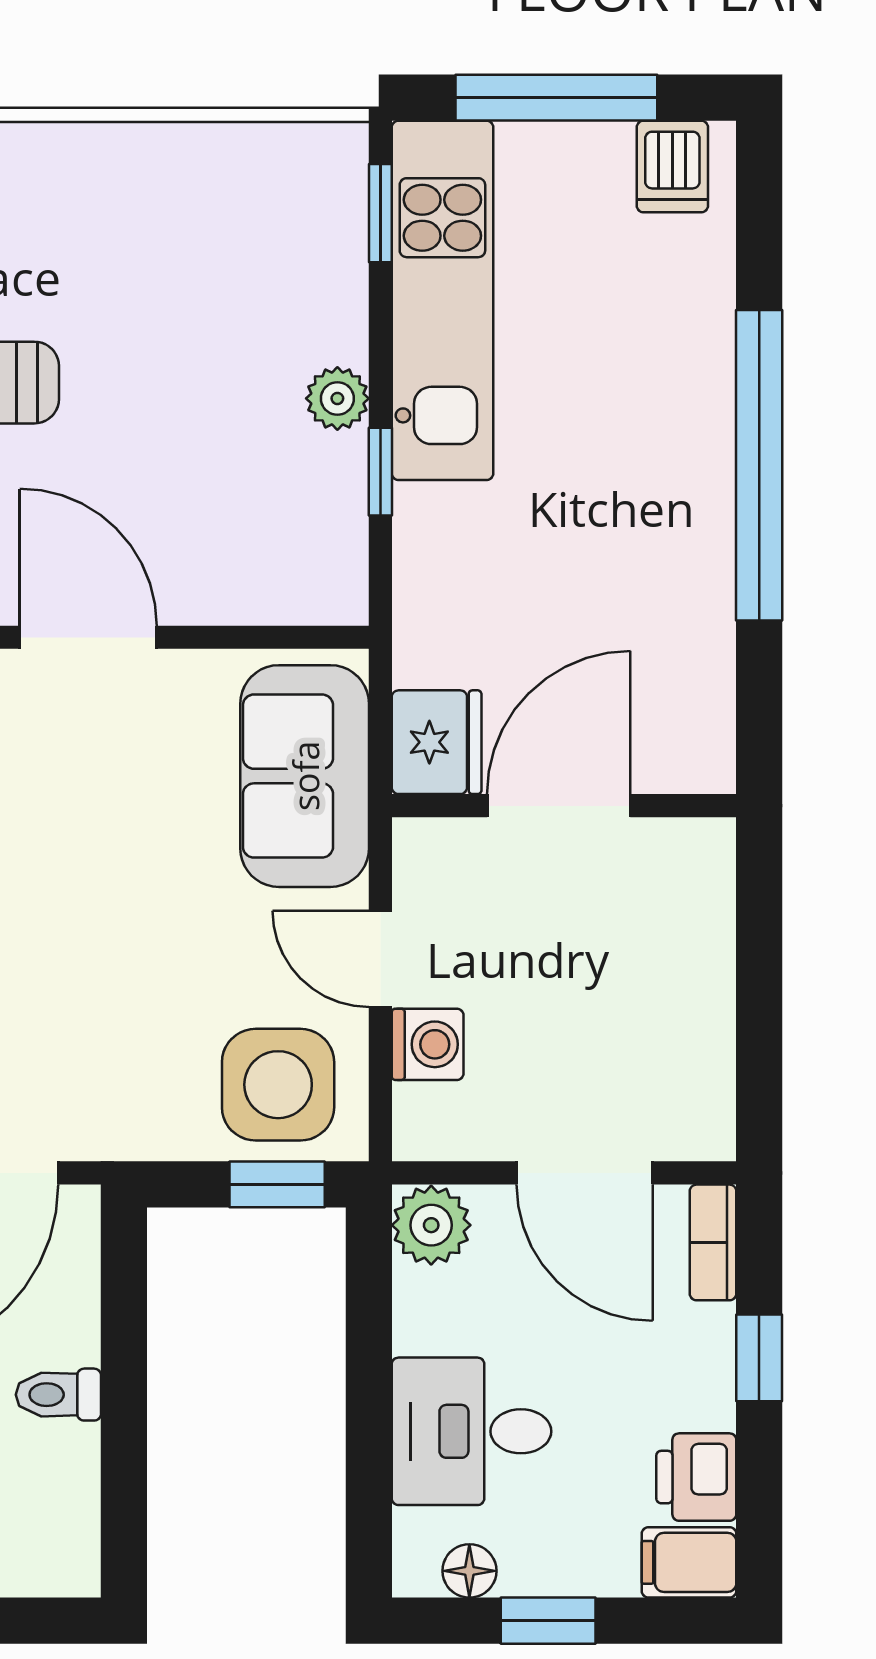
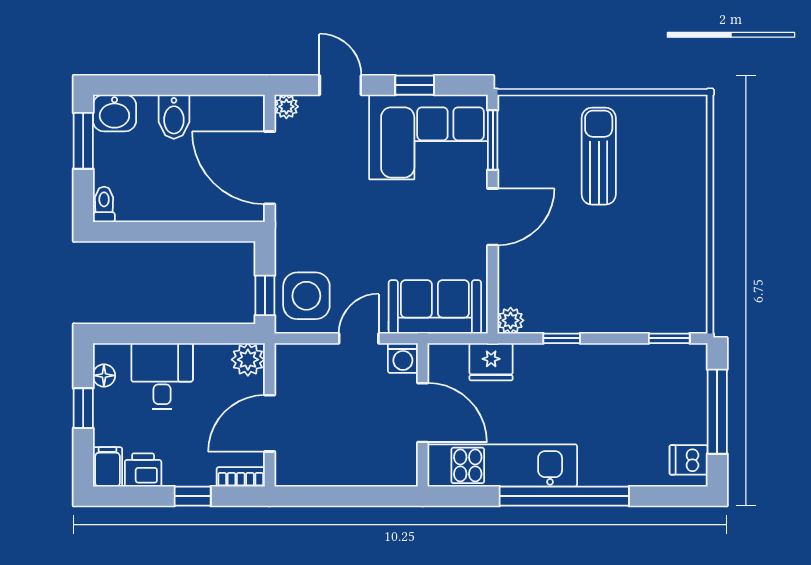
kitchen unit: (442, 300) -> (502, 465), moved, turned 180
plant: (337, 398) -> (511, 320), moved
fridge: (437, 742) -> (491, 362), moved
washing machine: (428, 1044) -> (403, 358), moved
toilet: (58, 1395) -> (104, 204), moved

